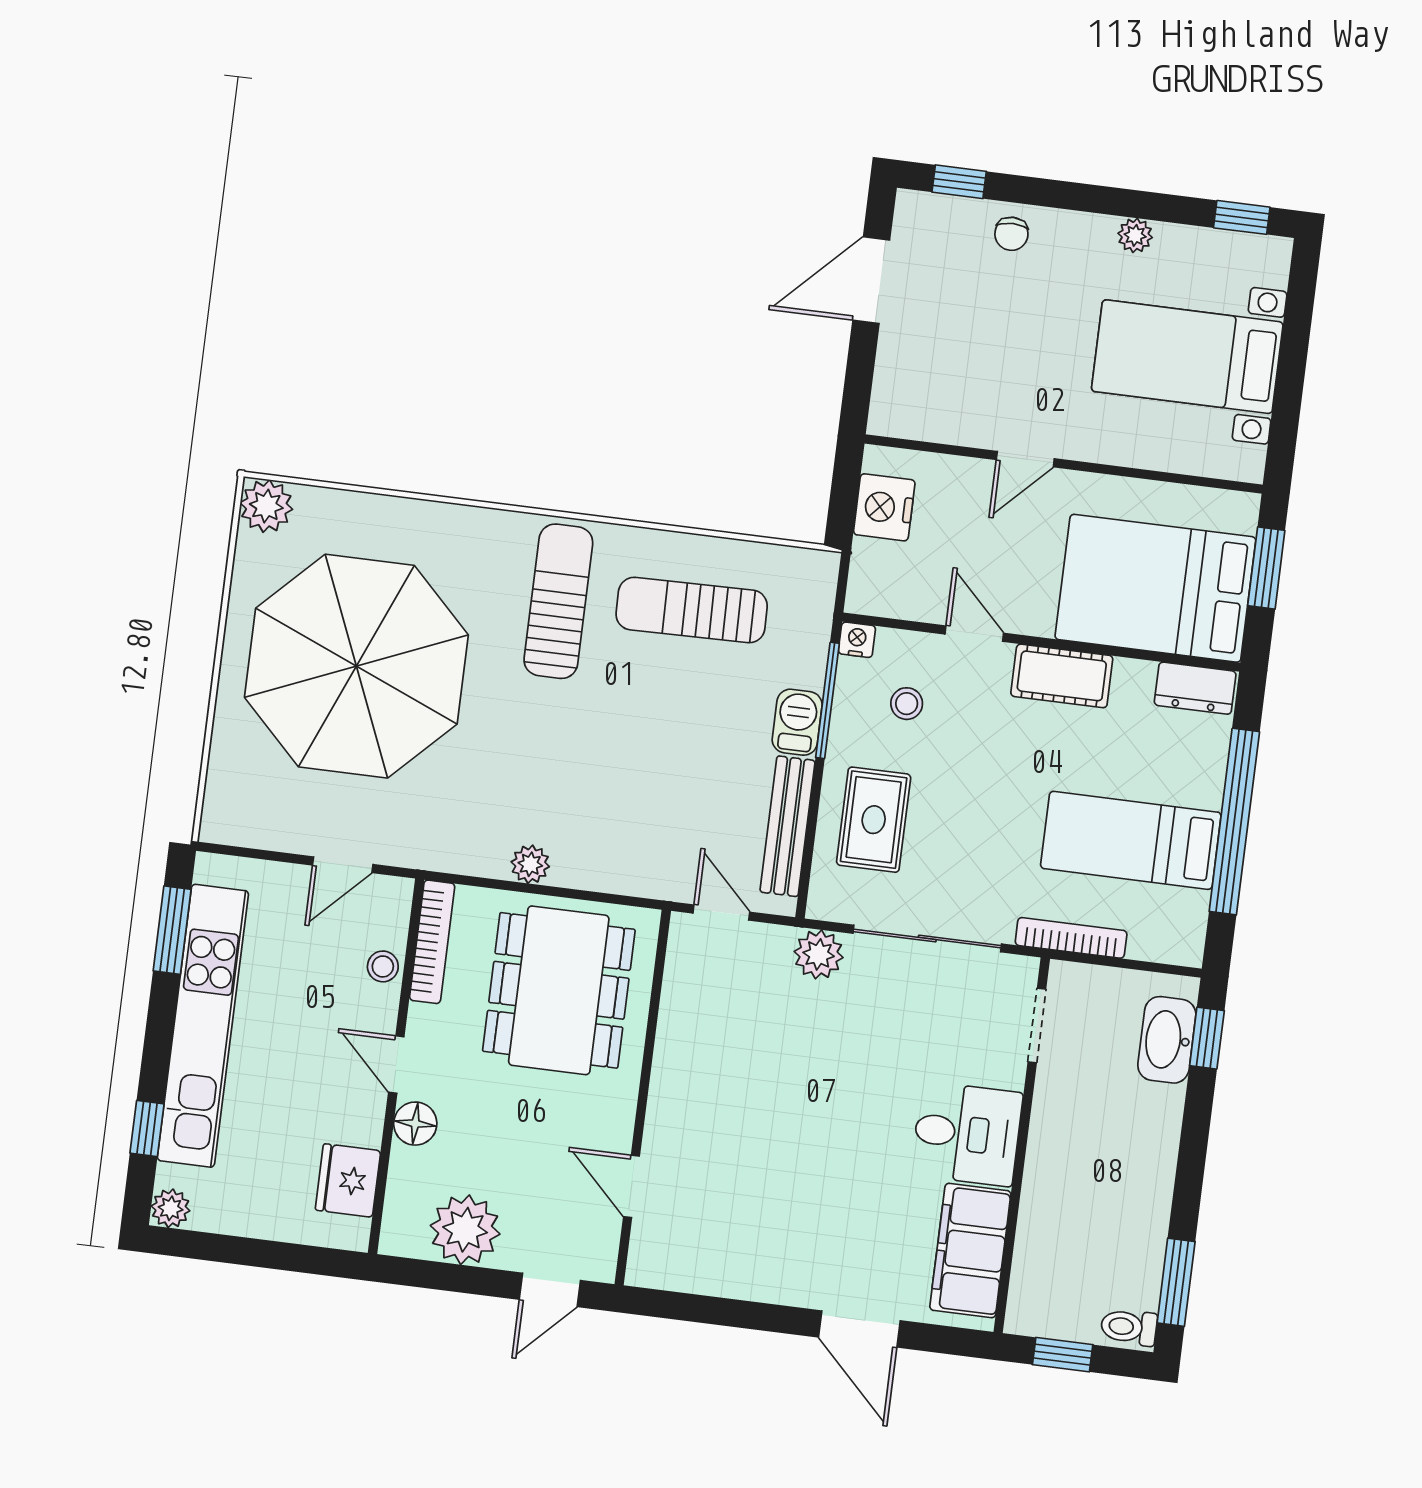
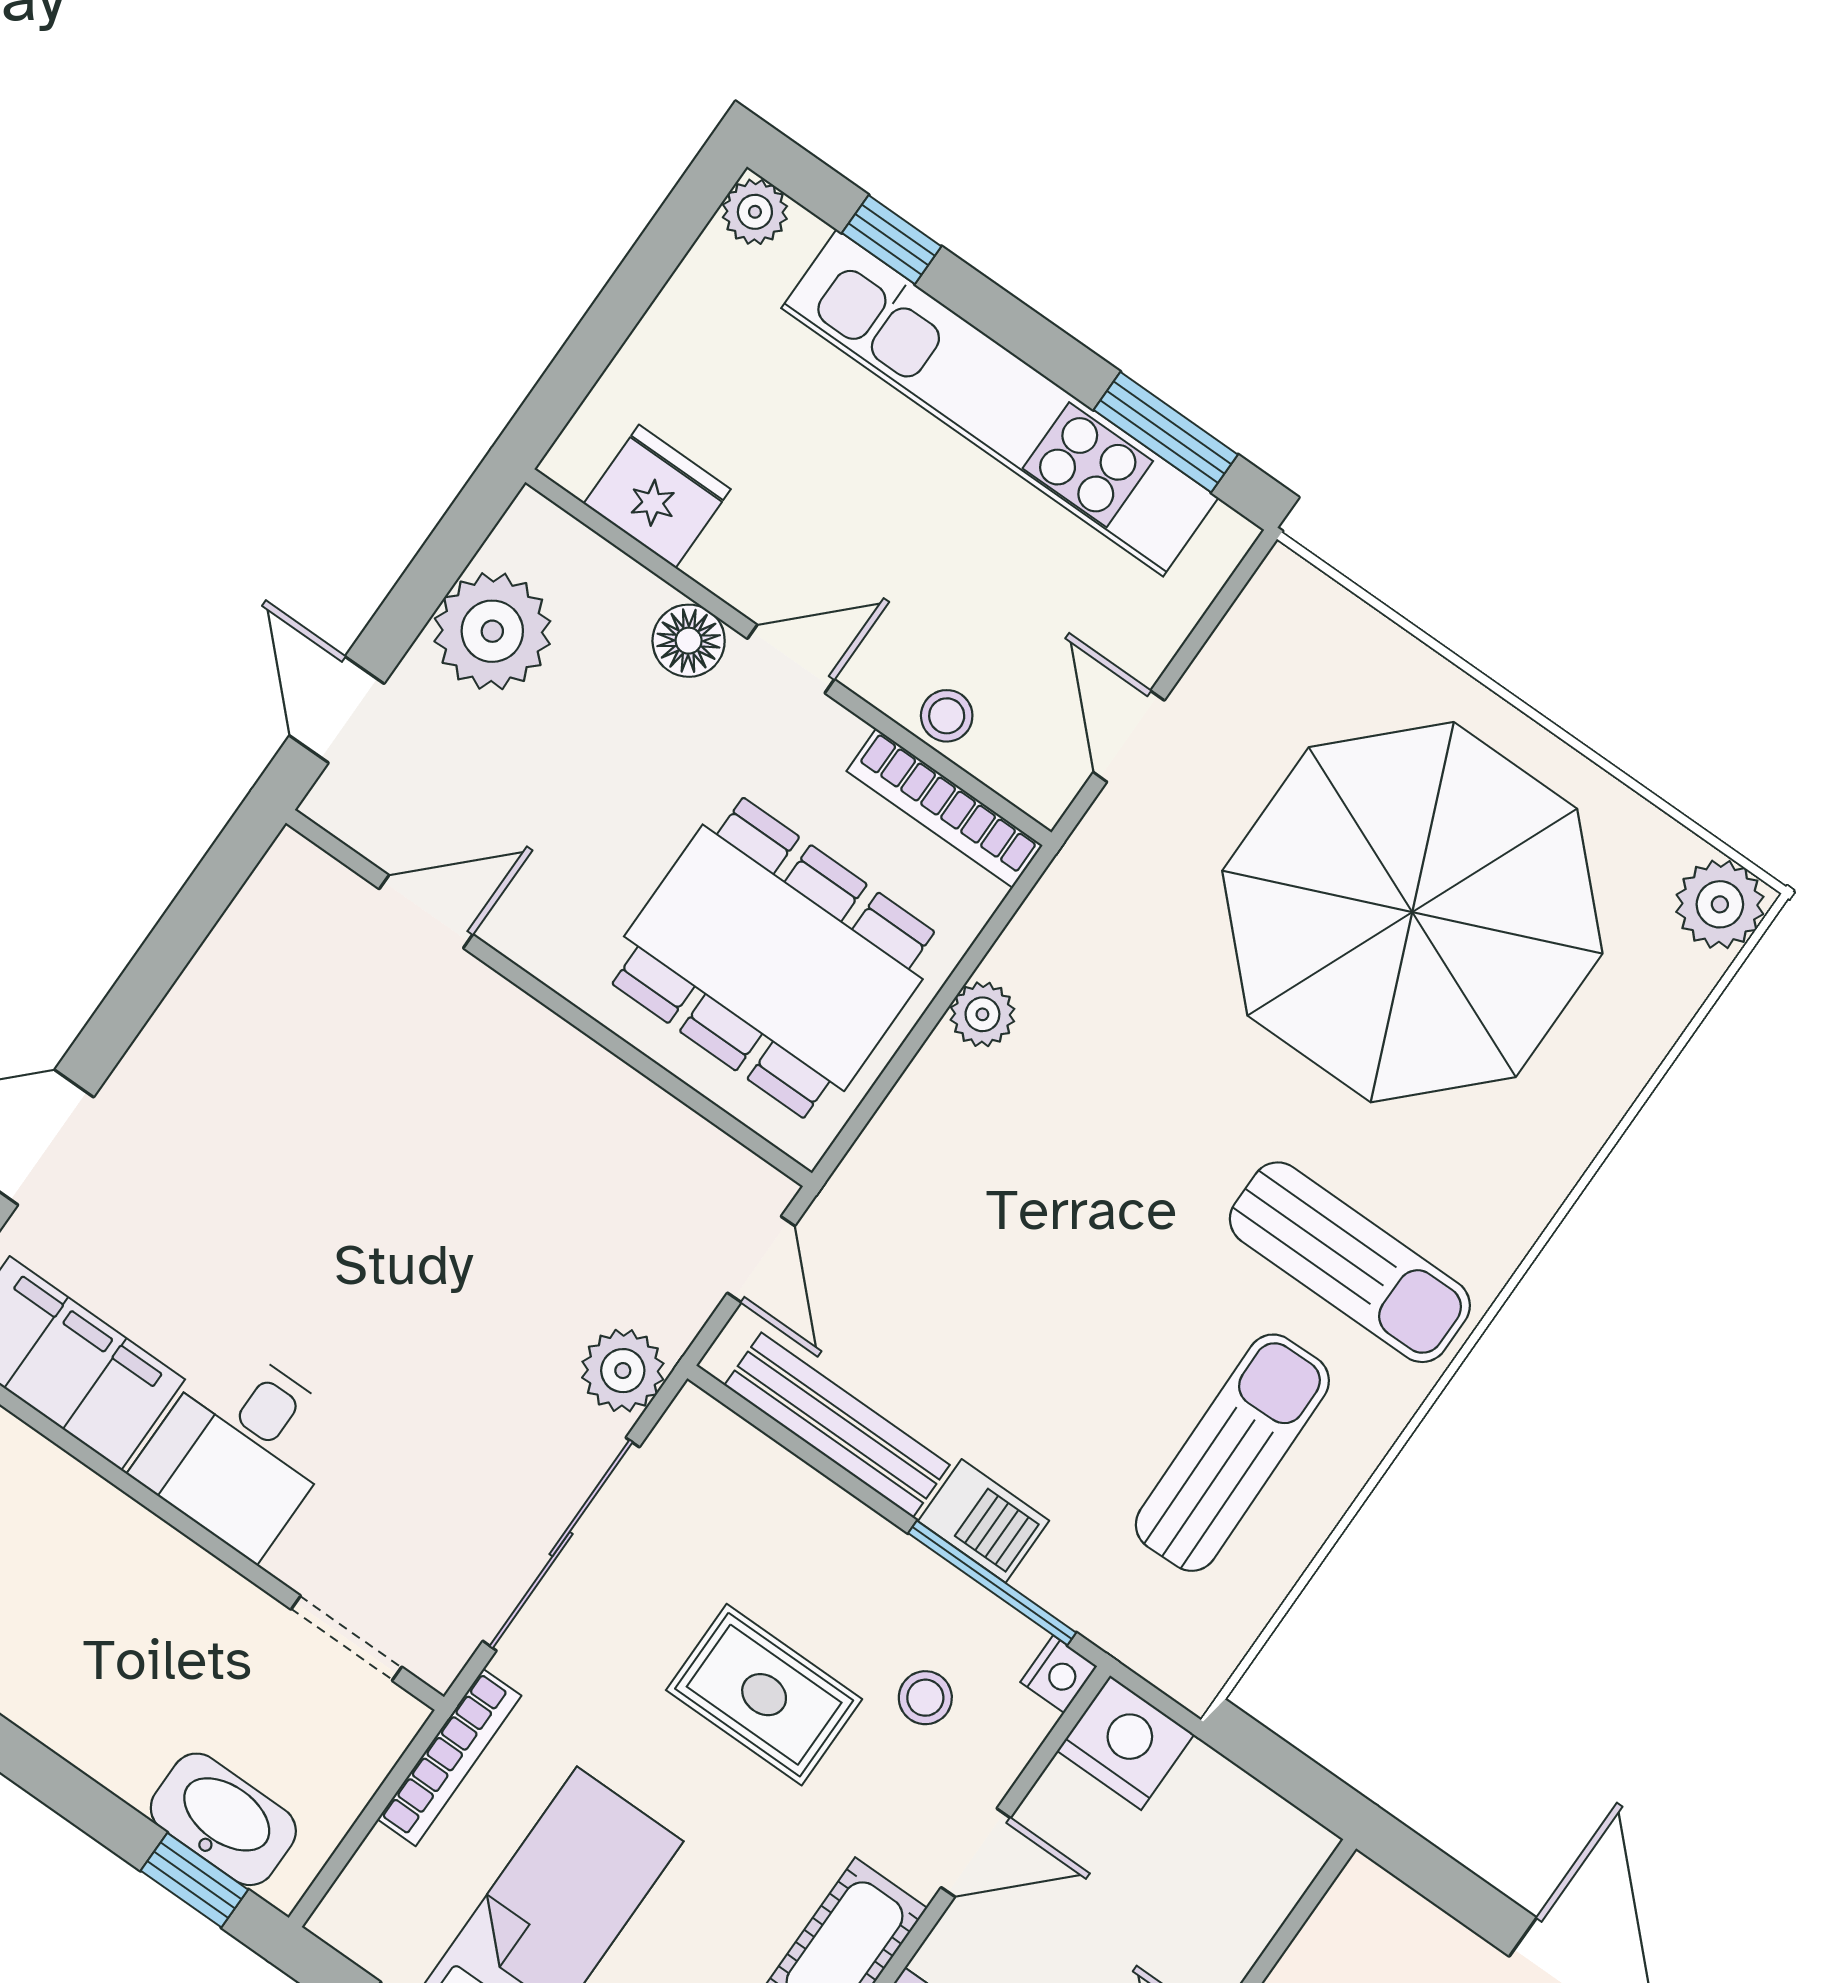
nightstand: (884, 507) -> (1126, 1743), moved
rug: (874, 820) -> (764, 1695), moved
door: (721, 913) -> (761, 1259), hinge flipped

